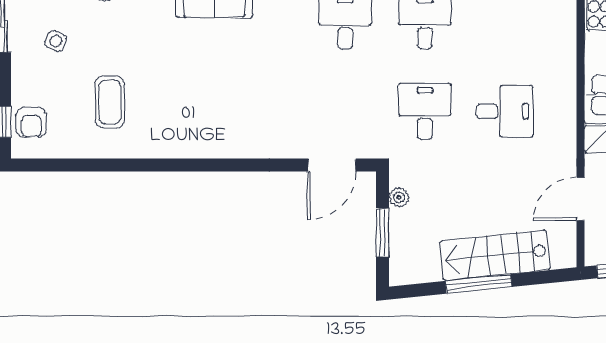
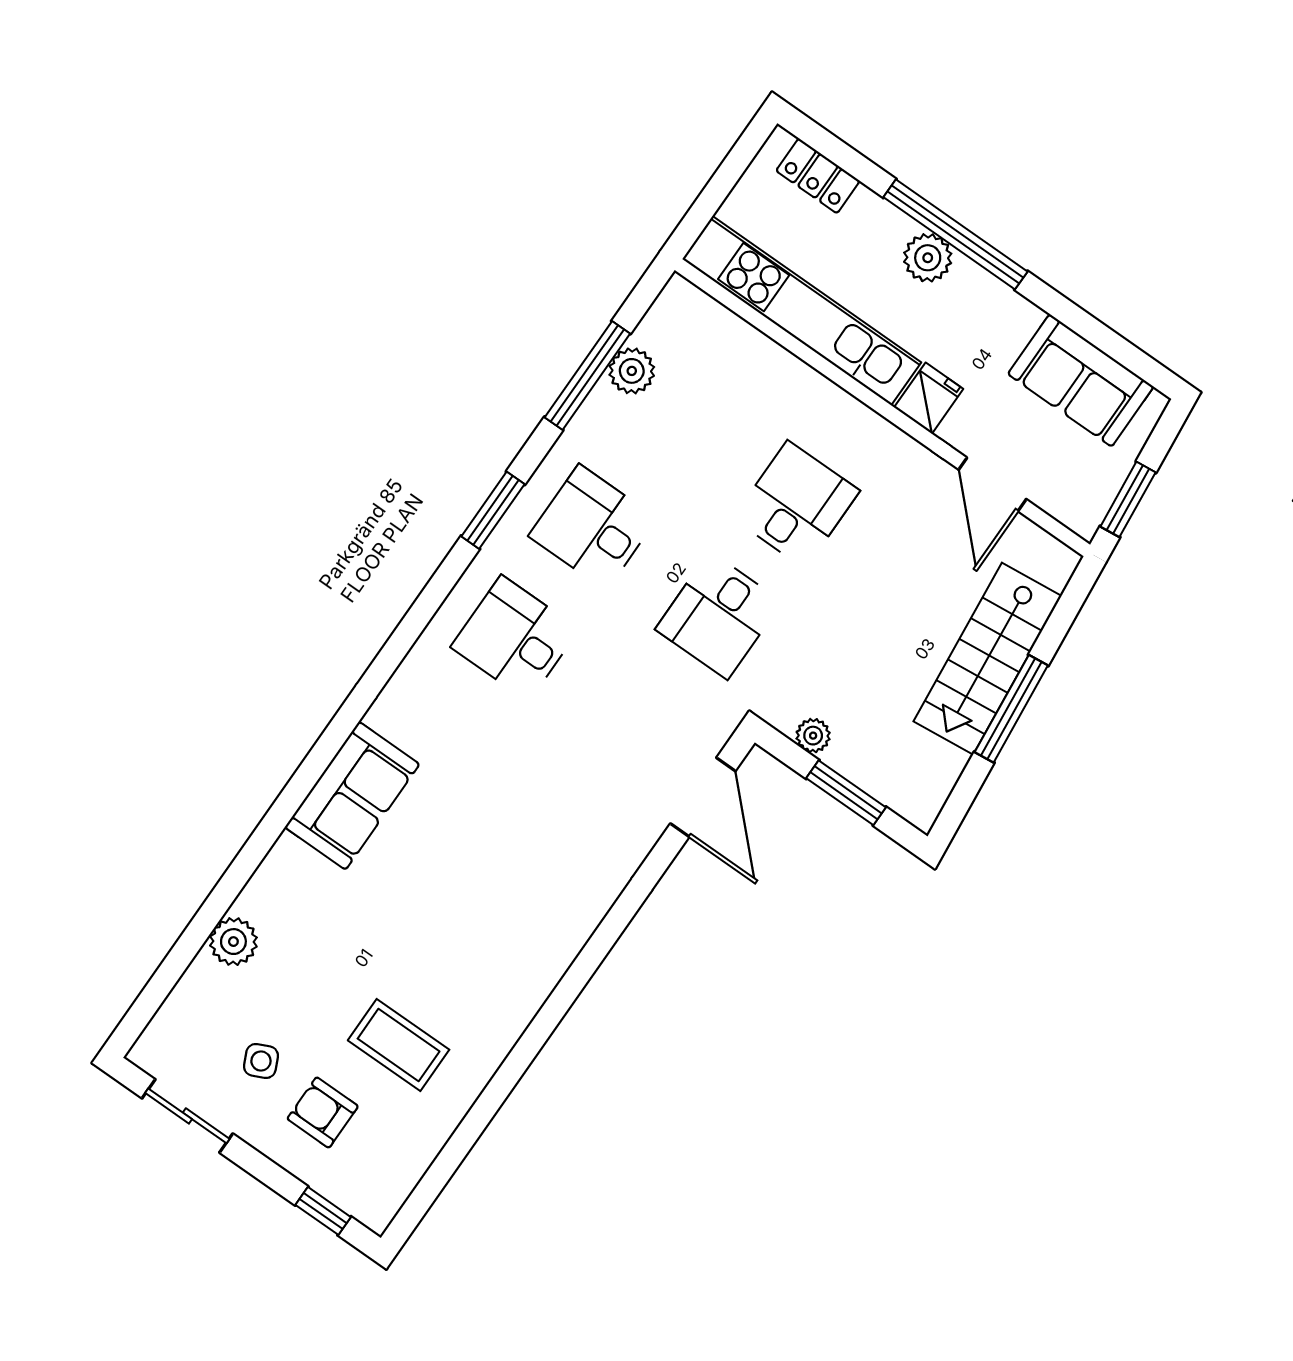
side table: (56, 41) -> (261, 1061), turned 36
desk: (425, 111) -> (719, 615), turned -90
armchair: (31, 122) -> (323, 1112), moved, turned 180

